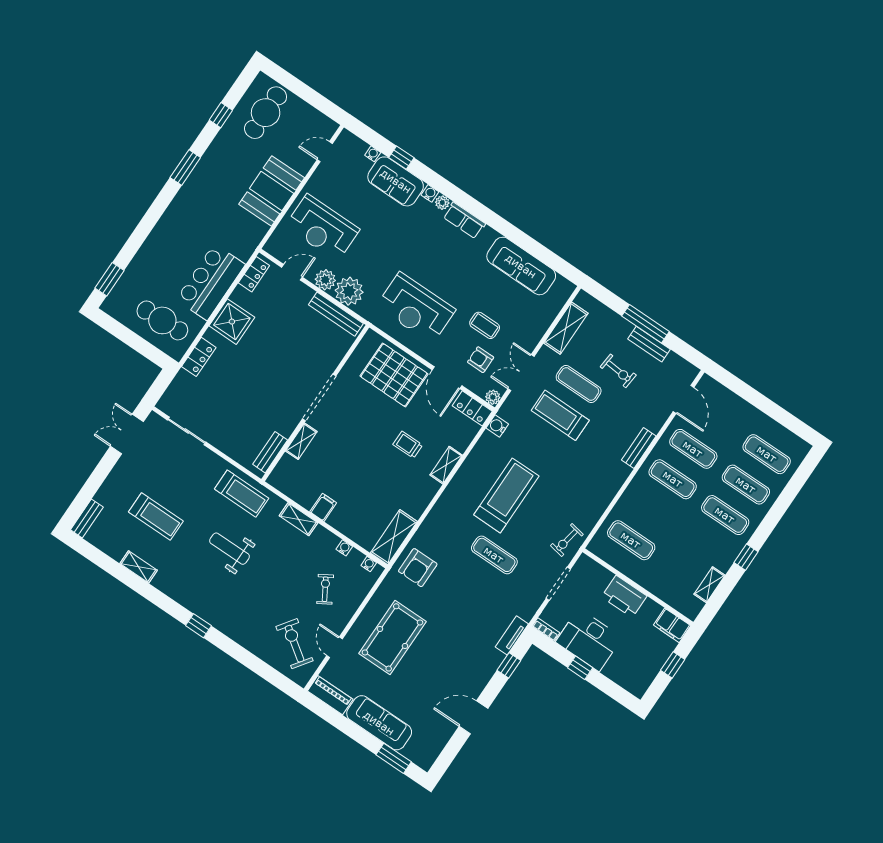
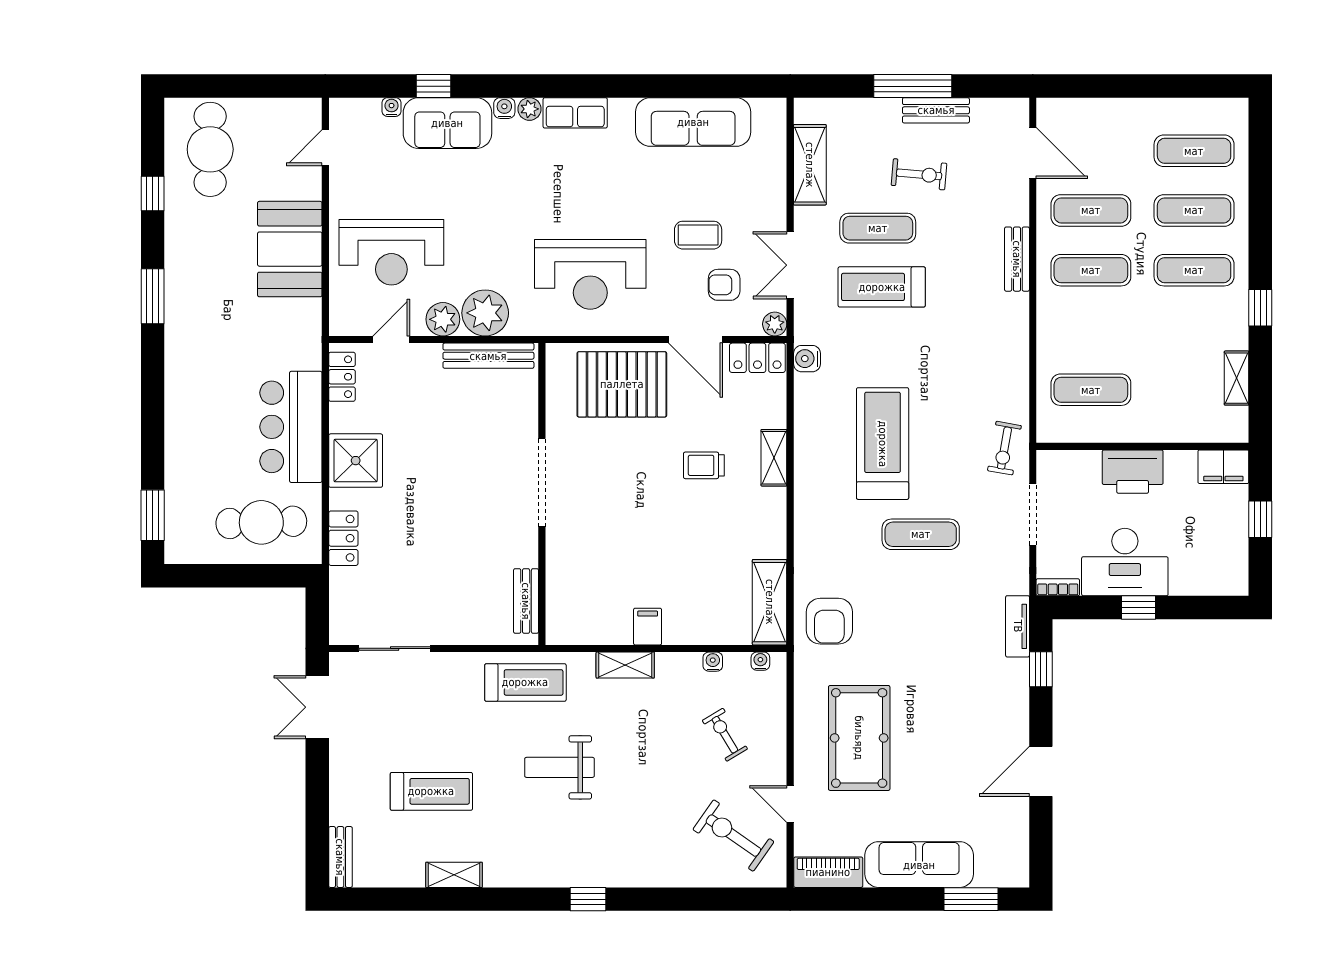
shelving: (301, 441) -> (558, 558), removed

